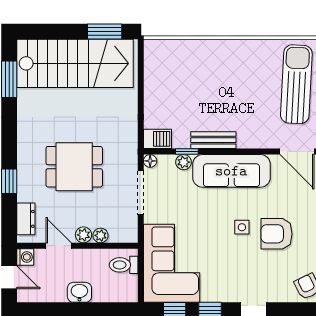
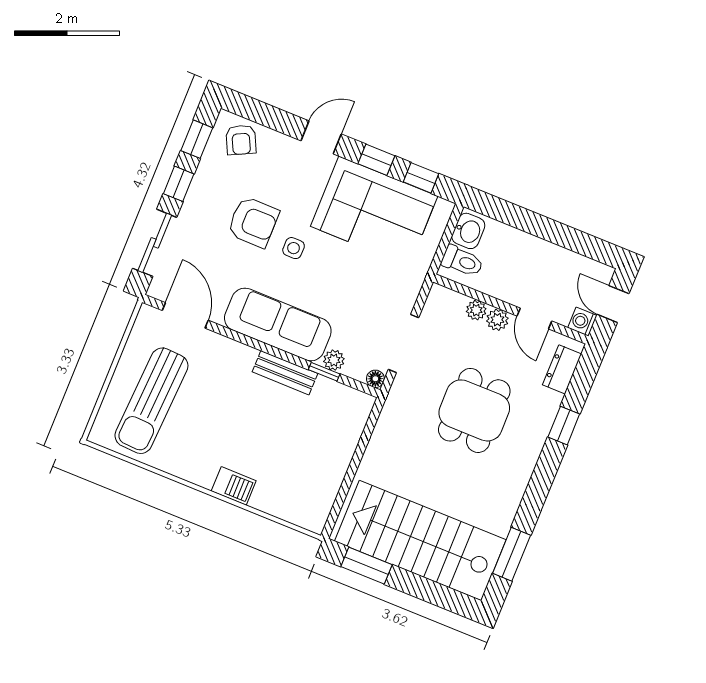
barbecue: (157, 139) -> (234, 486), moved, turned 180
dining table: (74, 167) -> (474, 410), turned 90
corner sofa: (172, 263) -> (374, 211), moved, turned -90
washbasin: (79, 292) -> (468, 231), moved, turned -90

